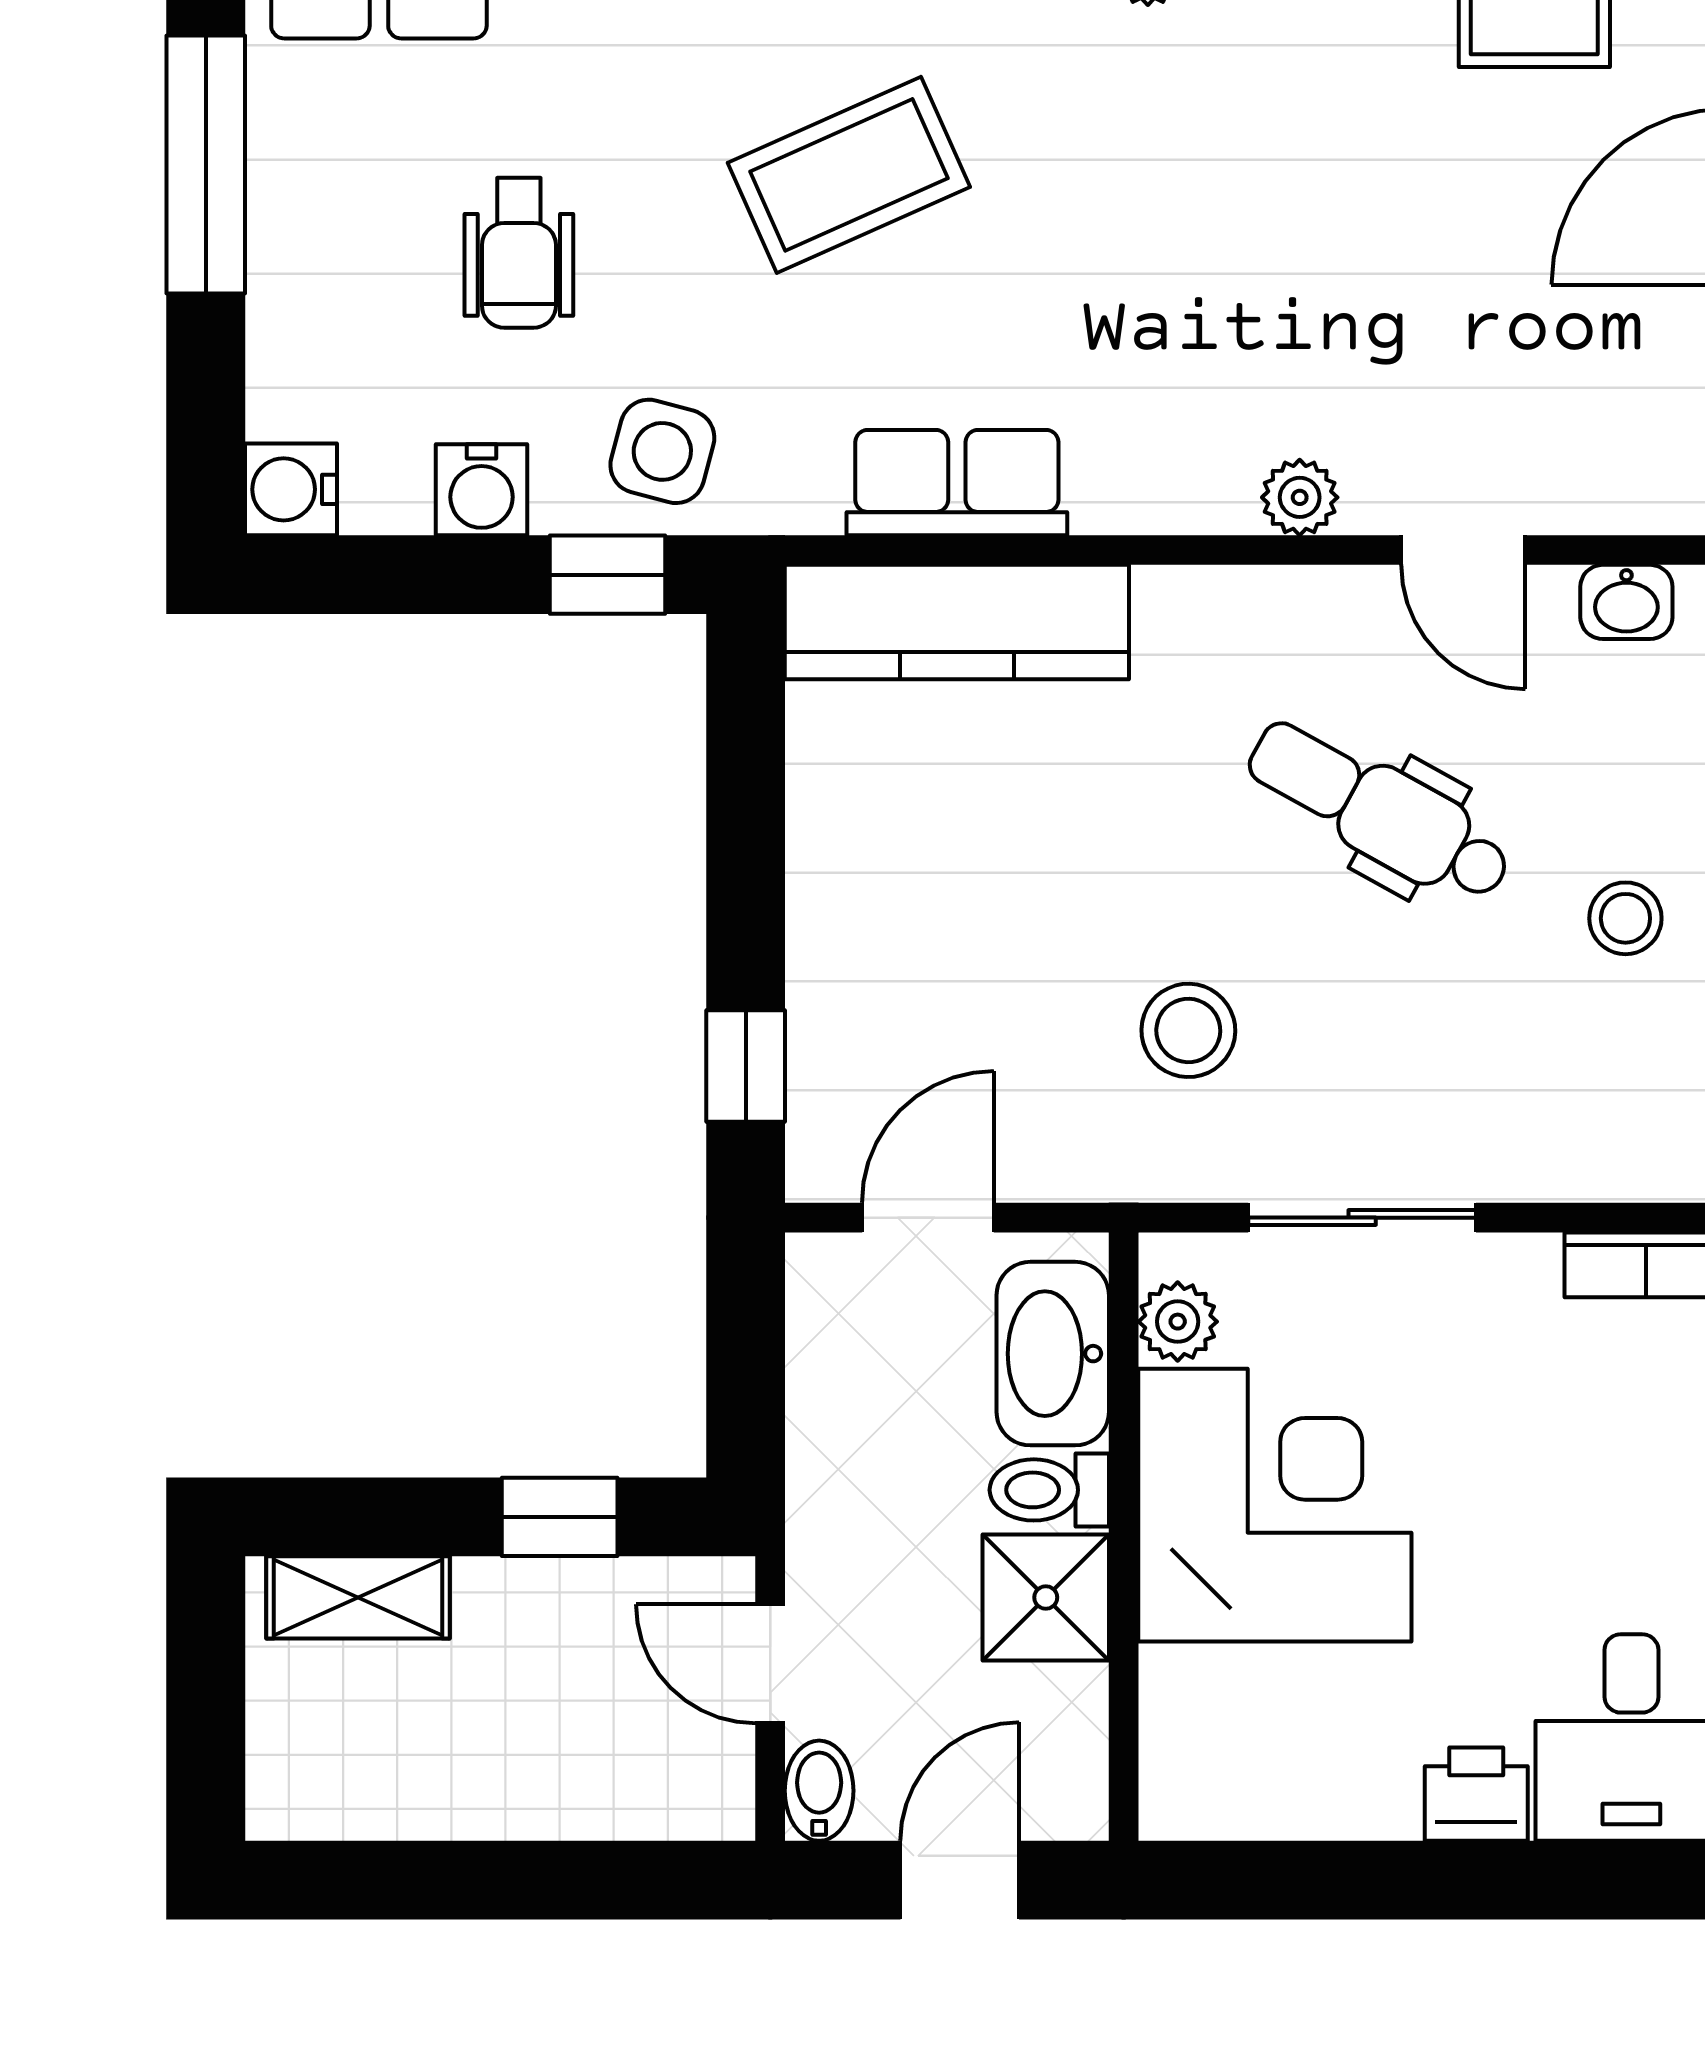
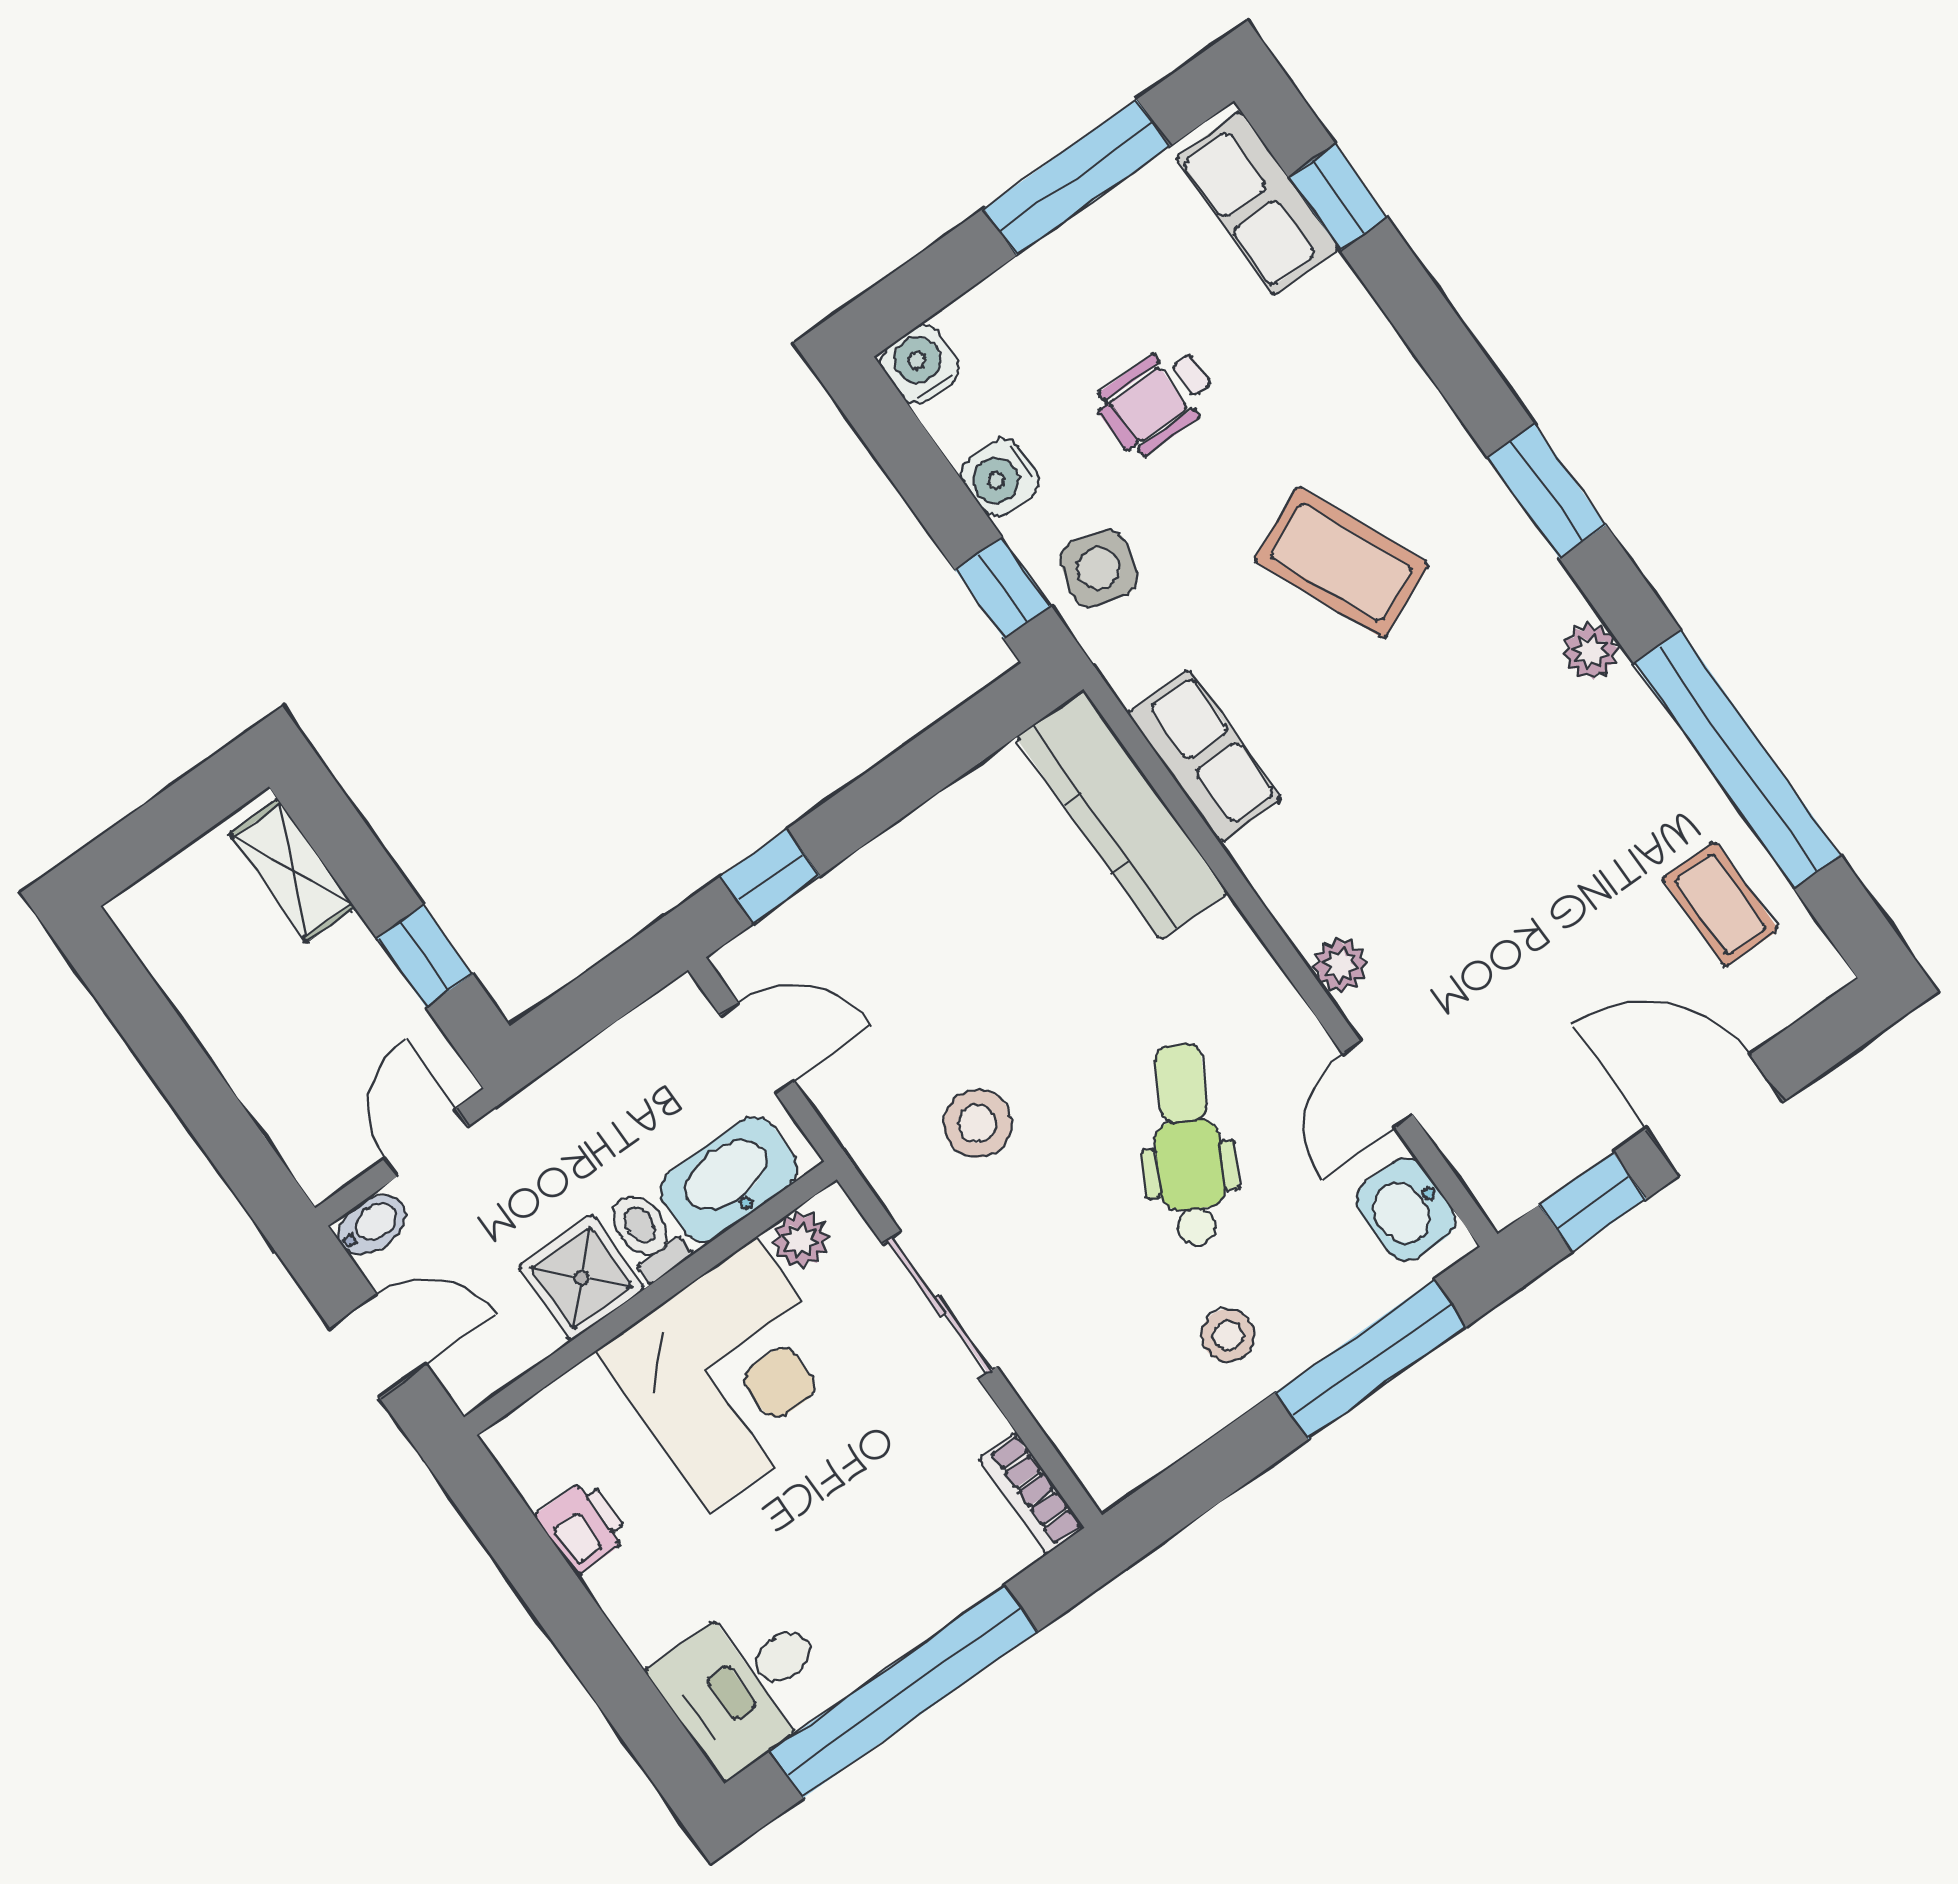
washbasin: (1626, 602) -> (1406, 1210), width x1.38, depth x1.45
printer: (1476, 1794) -> (583, 1526), moved

